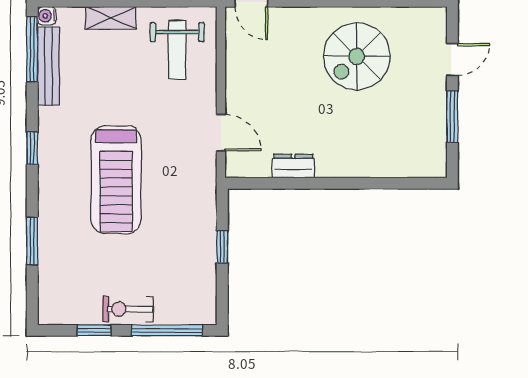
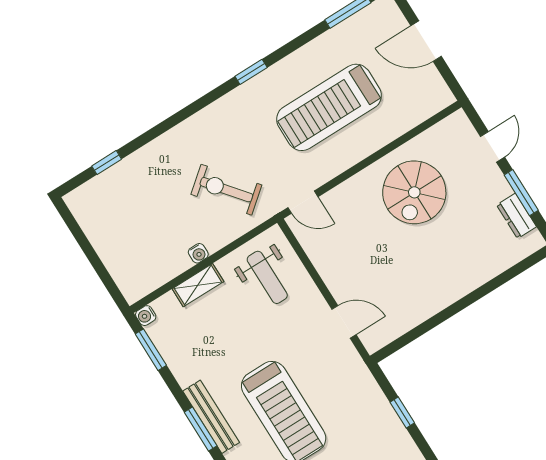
window: (32, 49) -> (151, 350), width x0.69
bench: (48, 66) -> (211, 417), moved
window: (32, 148) -> (201, 429), width x1.50
dresser: (293, 166) -> (517, 216), moved, turned -90

